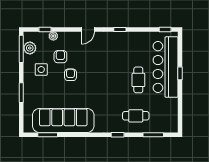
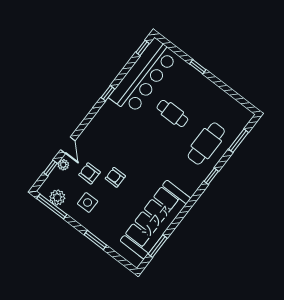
door: (88, 29) -> (68, 145), moved
bar counter: (166, 67) -> (143, 77), moved, turned -90
cafe table: (136, 116) -> (206, 144), width x1.37, depth x1.35

